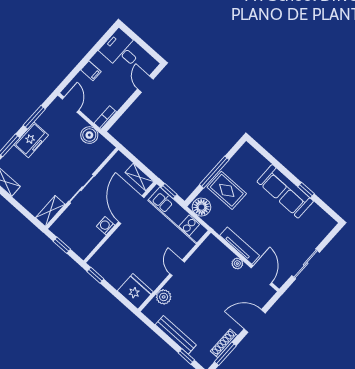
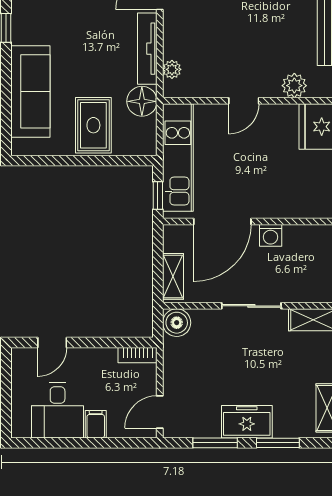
desk: (121, 50) -> (58, 410), moved
boiler: (89, 135) -> (177, 323), moved
window: (214, 172) -> (85, 161), removed
shelving: (140, 177) -> (173, 276), moved
sofa: (285, 191) -> (30, 91), moved
floor lamp: (201, 207) -> (142, 101), moved
plant: (237, 264) -> (172, 69), moved

